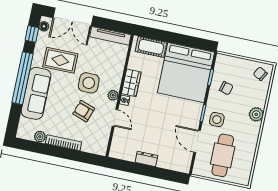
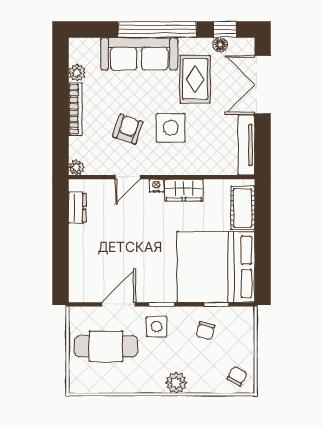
floor lamp: (44, 26) -> (220, 45), moved
plant: (113, 95) -> (76, 167), moved
dresser: (146, 159) -> (77, 208), moved

